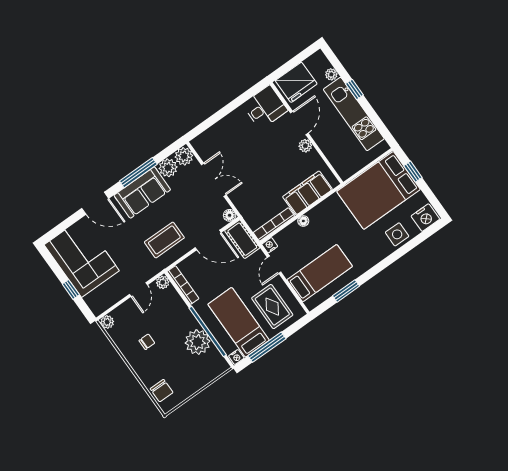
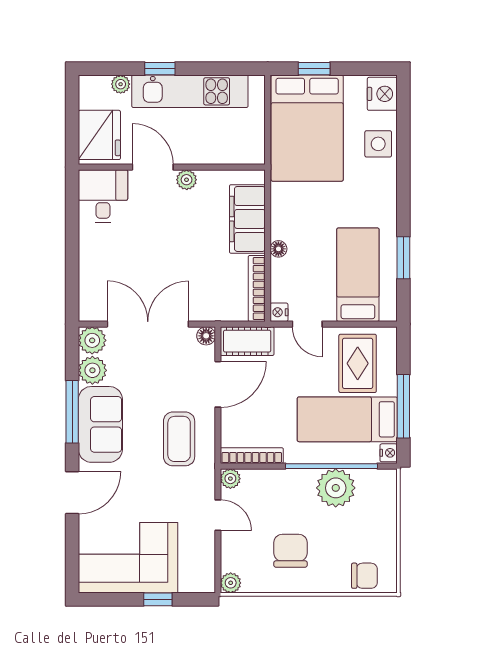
double door: (214, 180) -> (148, 324), width x1.37
rug: (272, 307) -> (358, 363), turned 90
chair: (147, 342) -> (291, 551), width x1.87, depth x1.87

